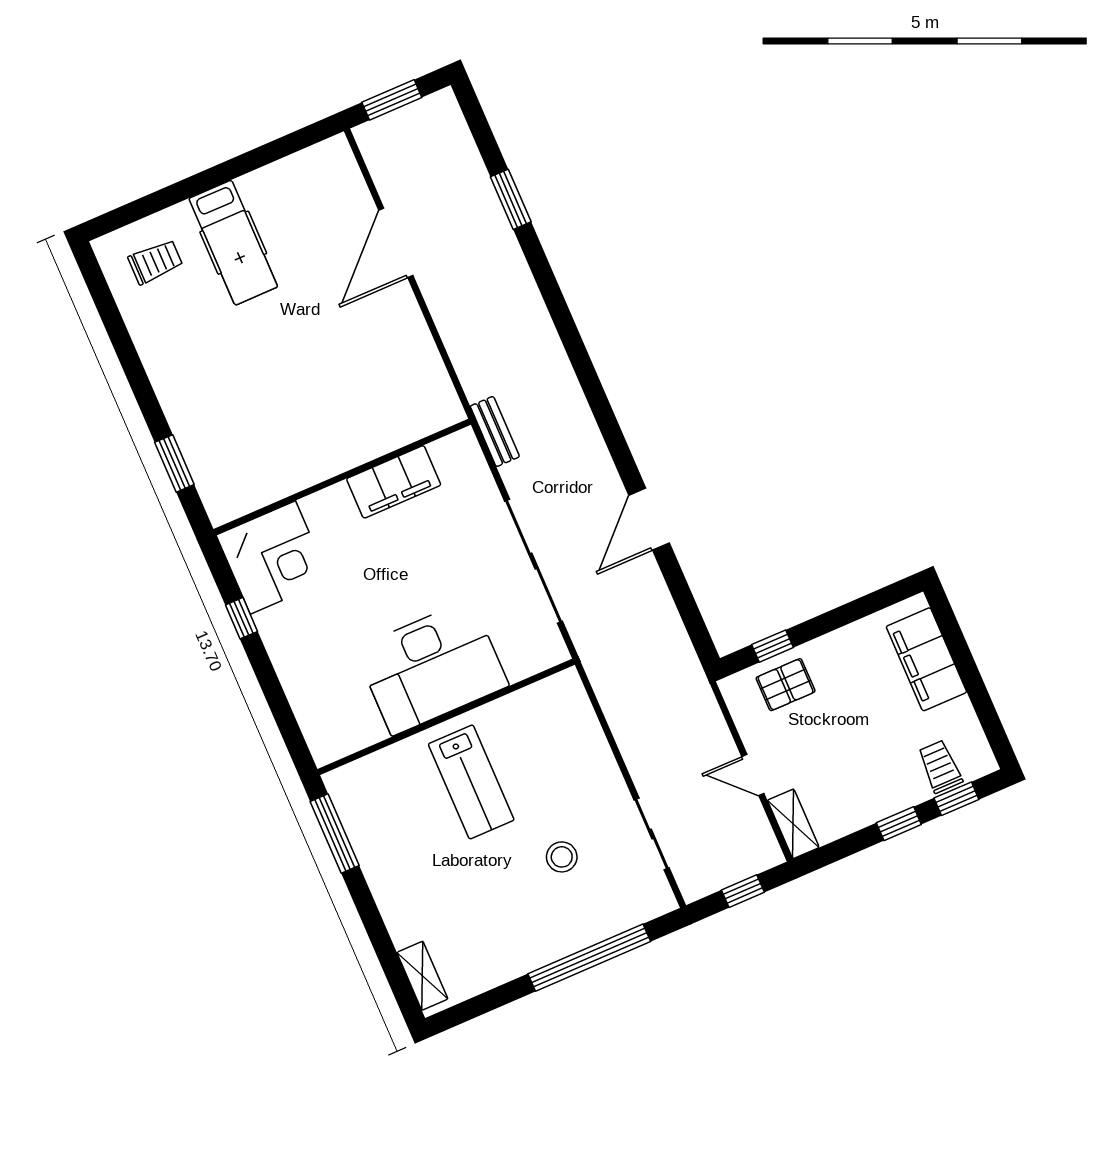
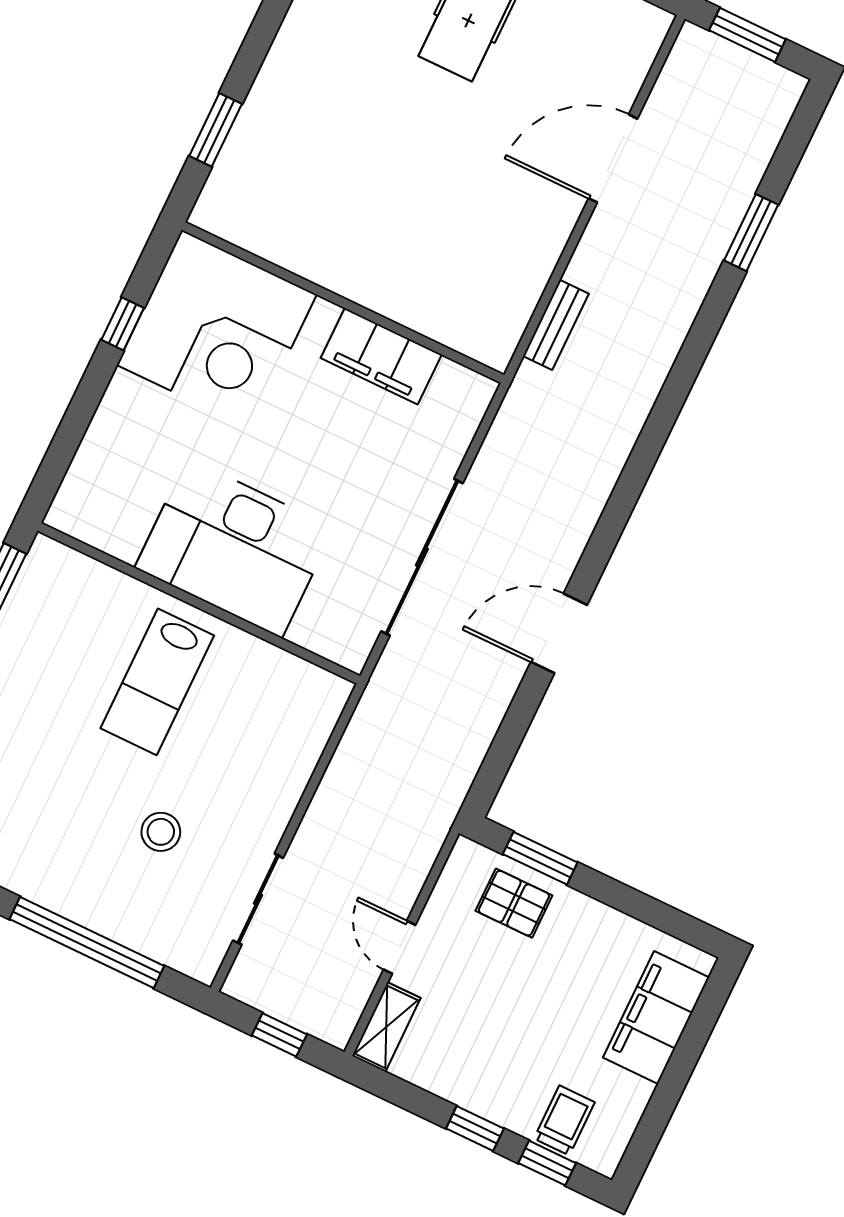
bench: (495, 431) -> (556, 325), moved
corner desk: (273, 557) -> (217, 330), width x1.36, depth x1.36
window: (773, 646) -> (540, 858), width x1.50

